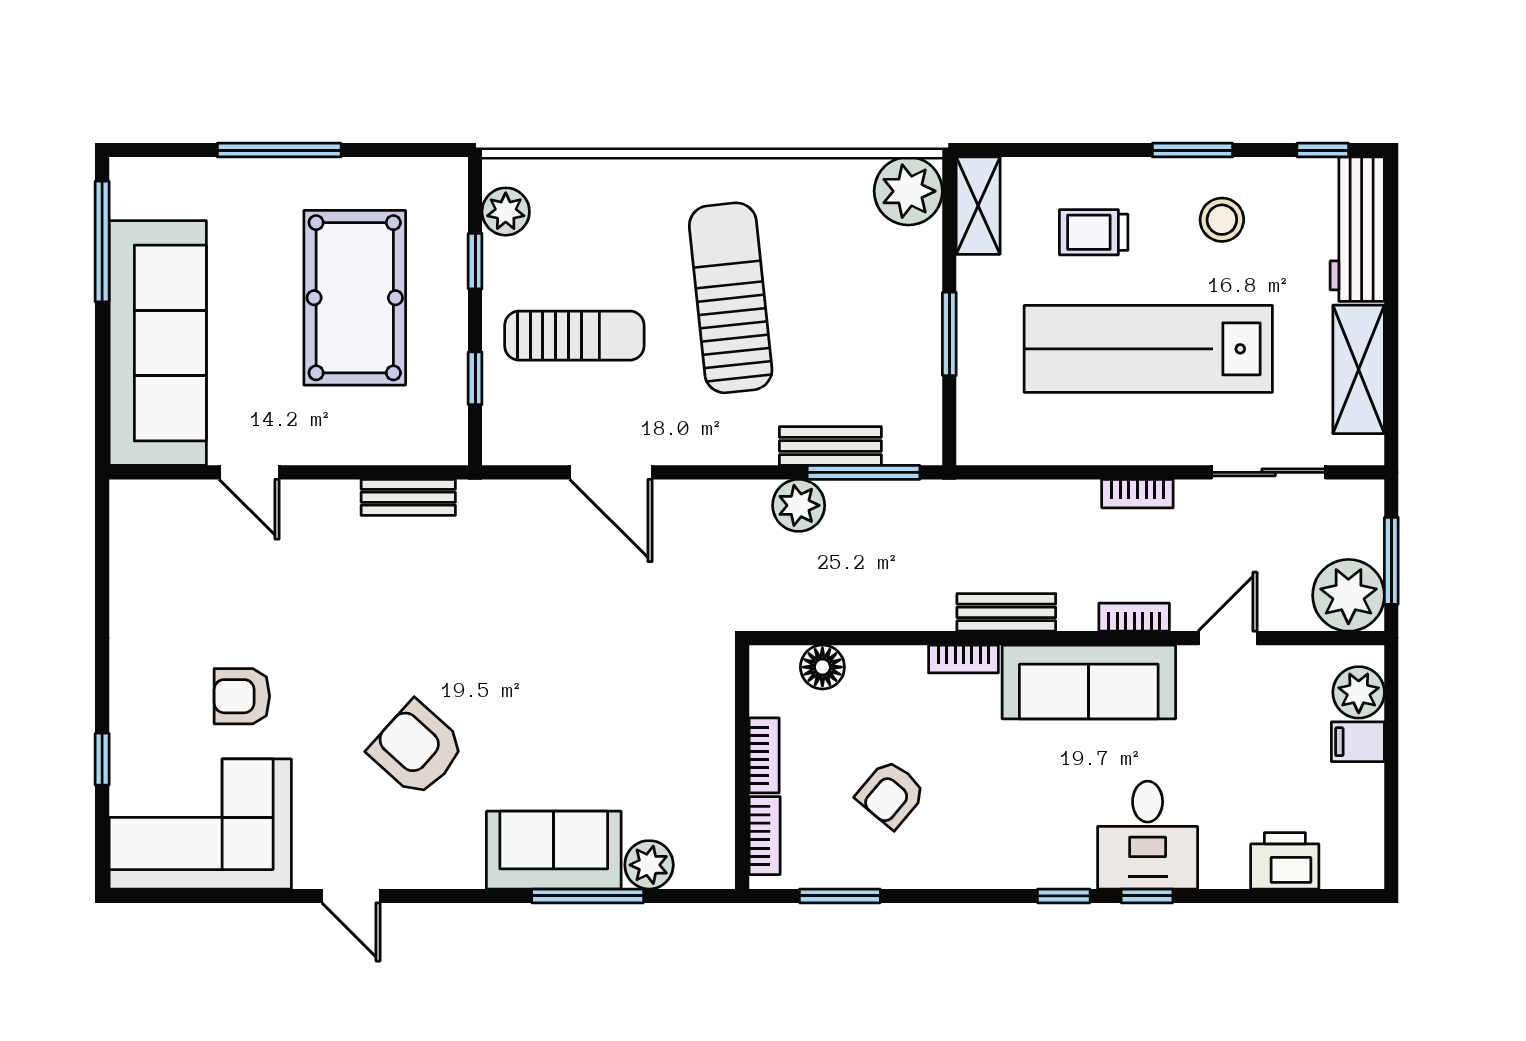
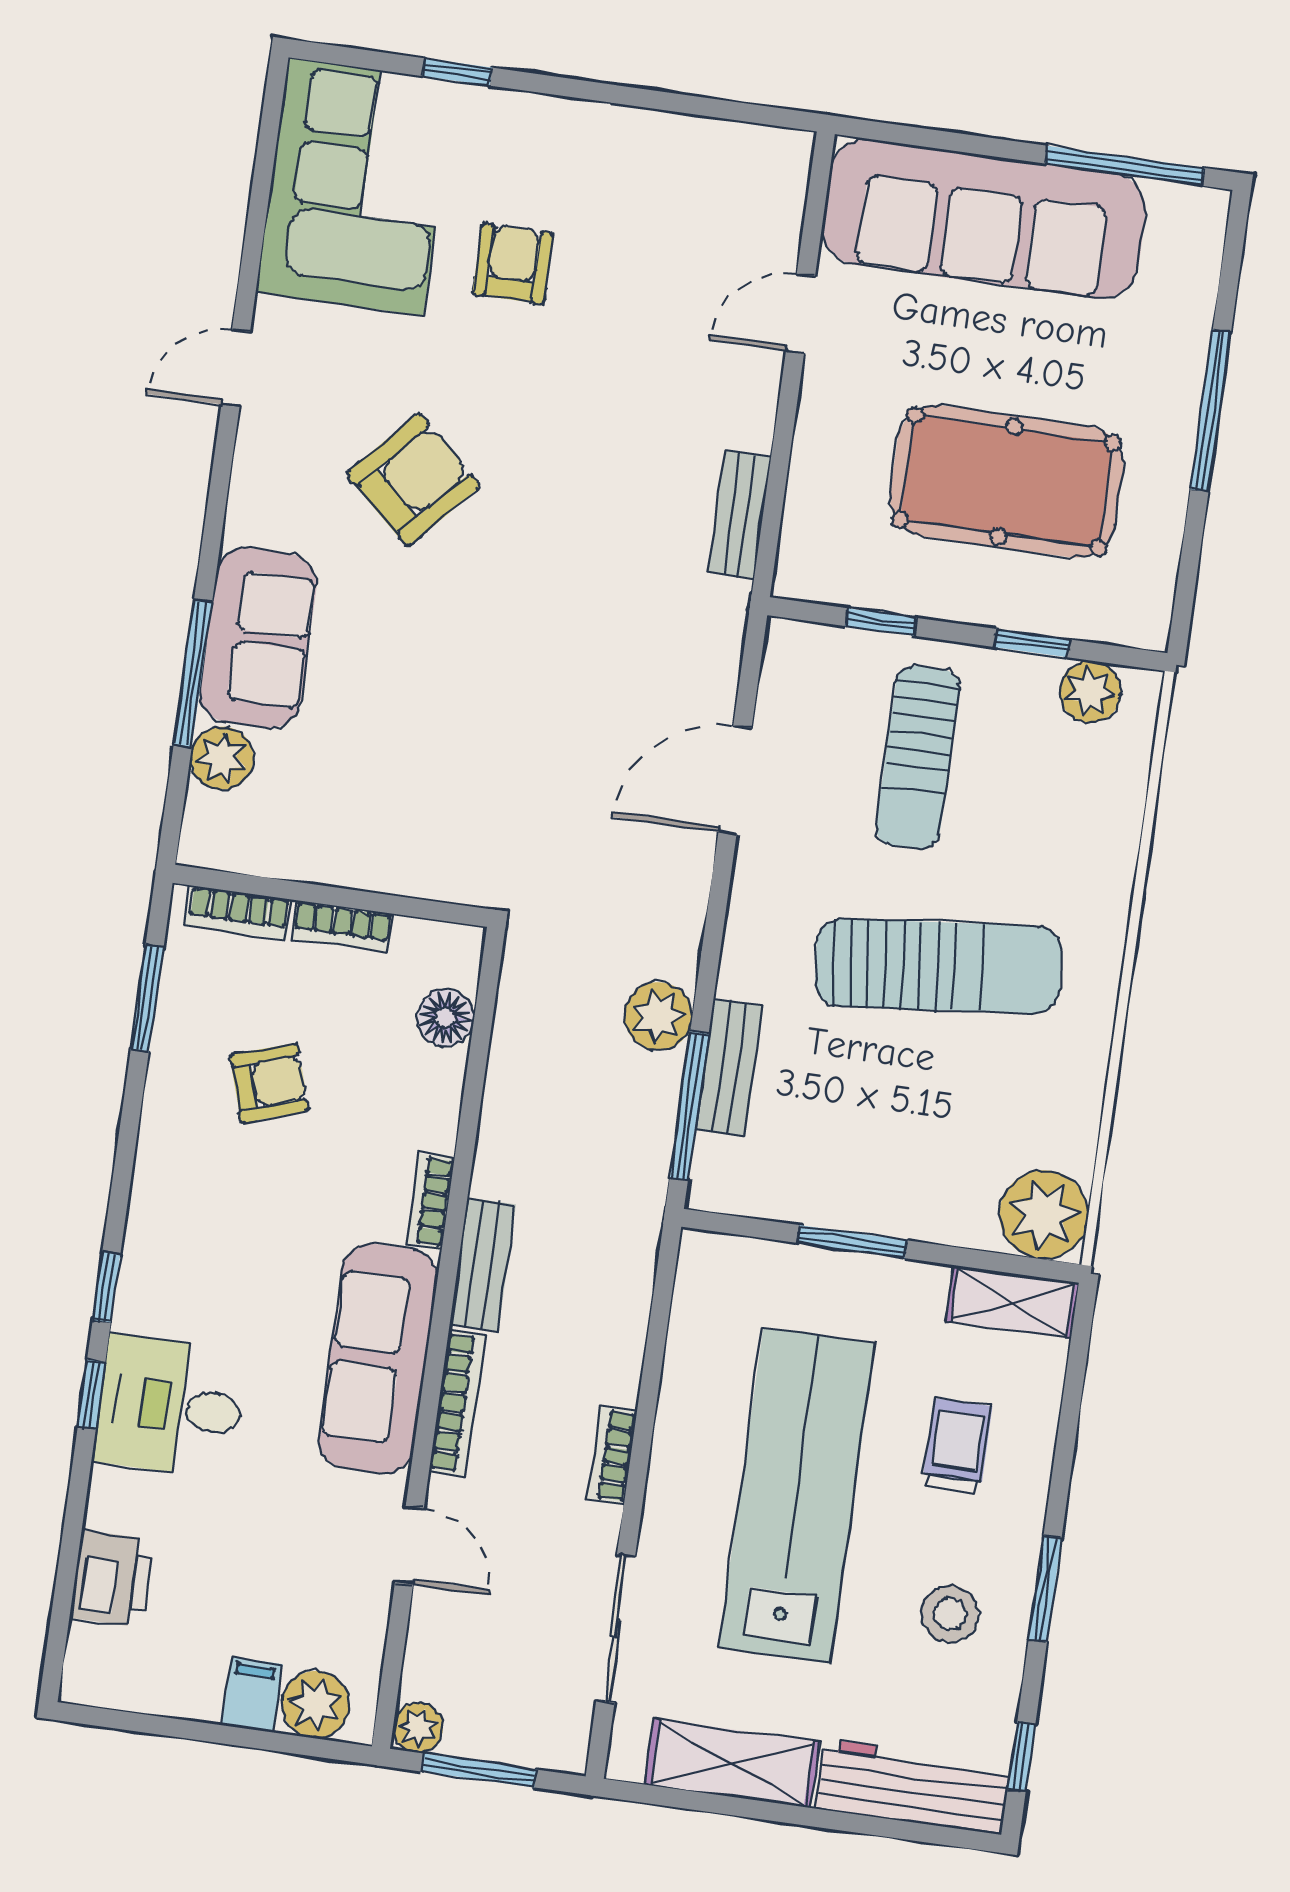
plant: (1348, 595) -> (418, 1728), width x0.53, depth x0.53
bookcase: (1134, 617) -> (457, 1403), width x1.56
armchair: (891, 794) -> (269, 1083), turned 122

